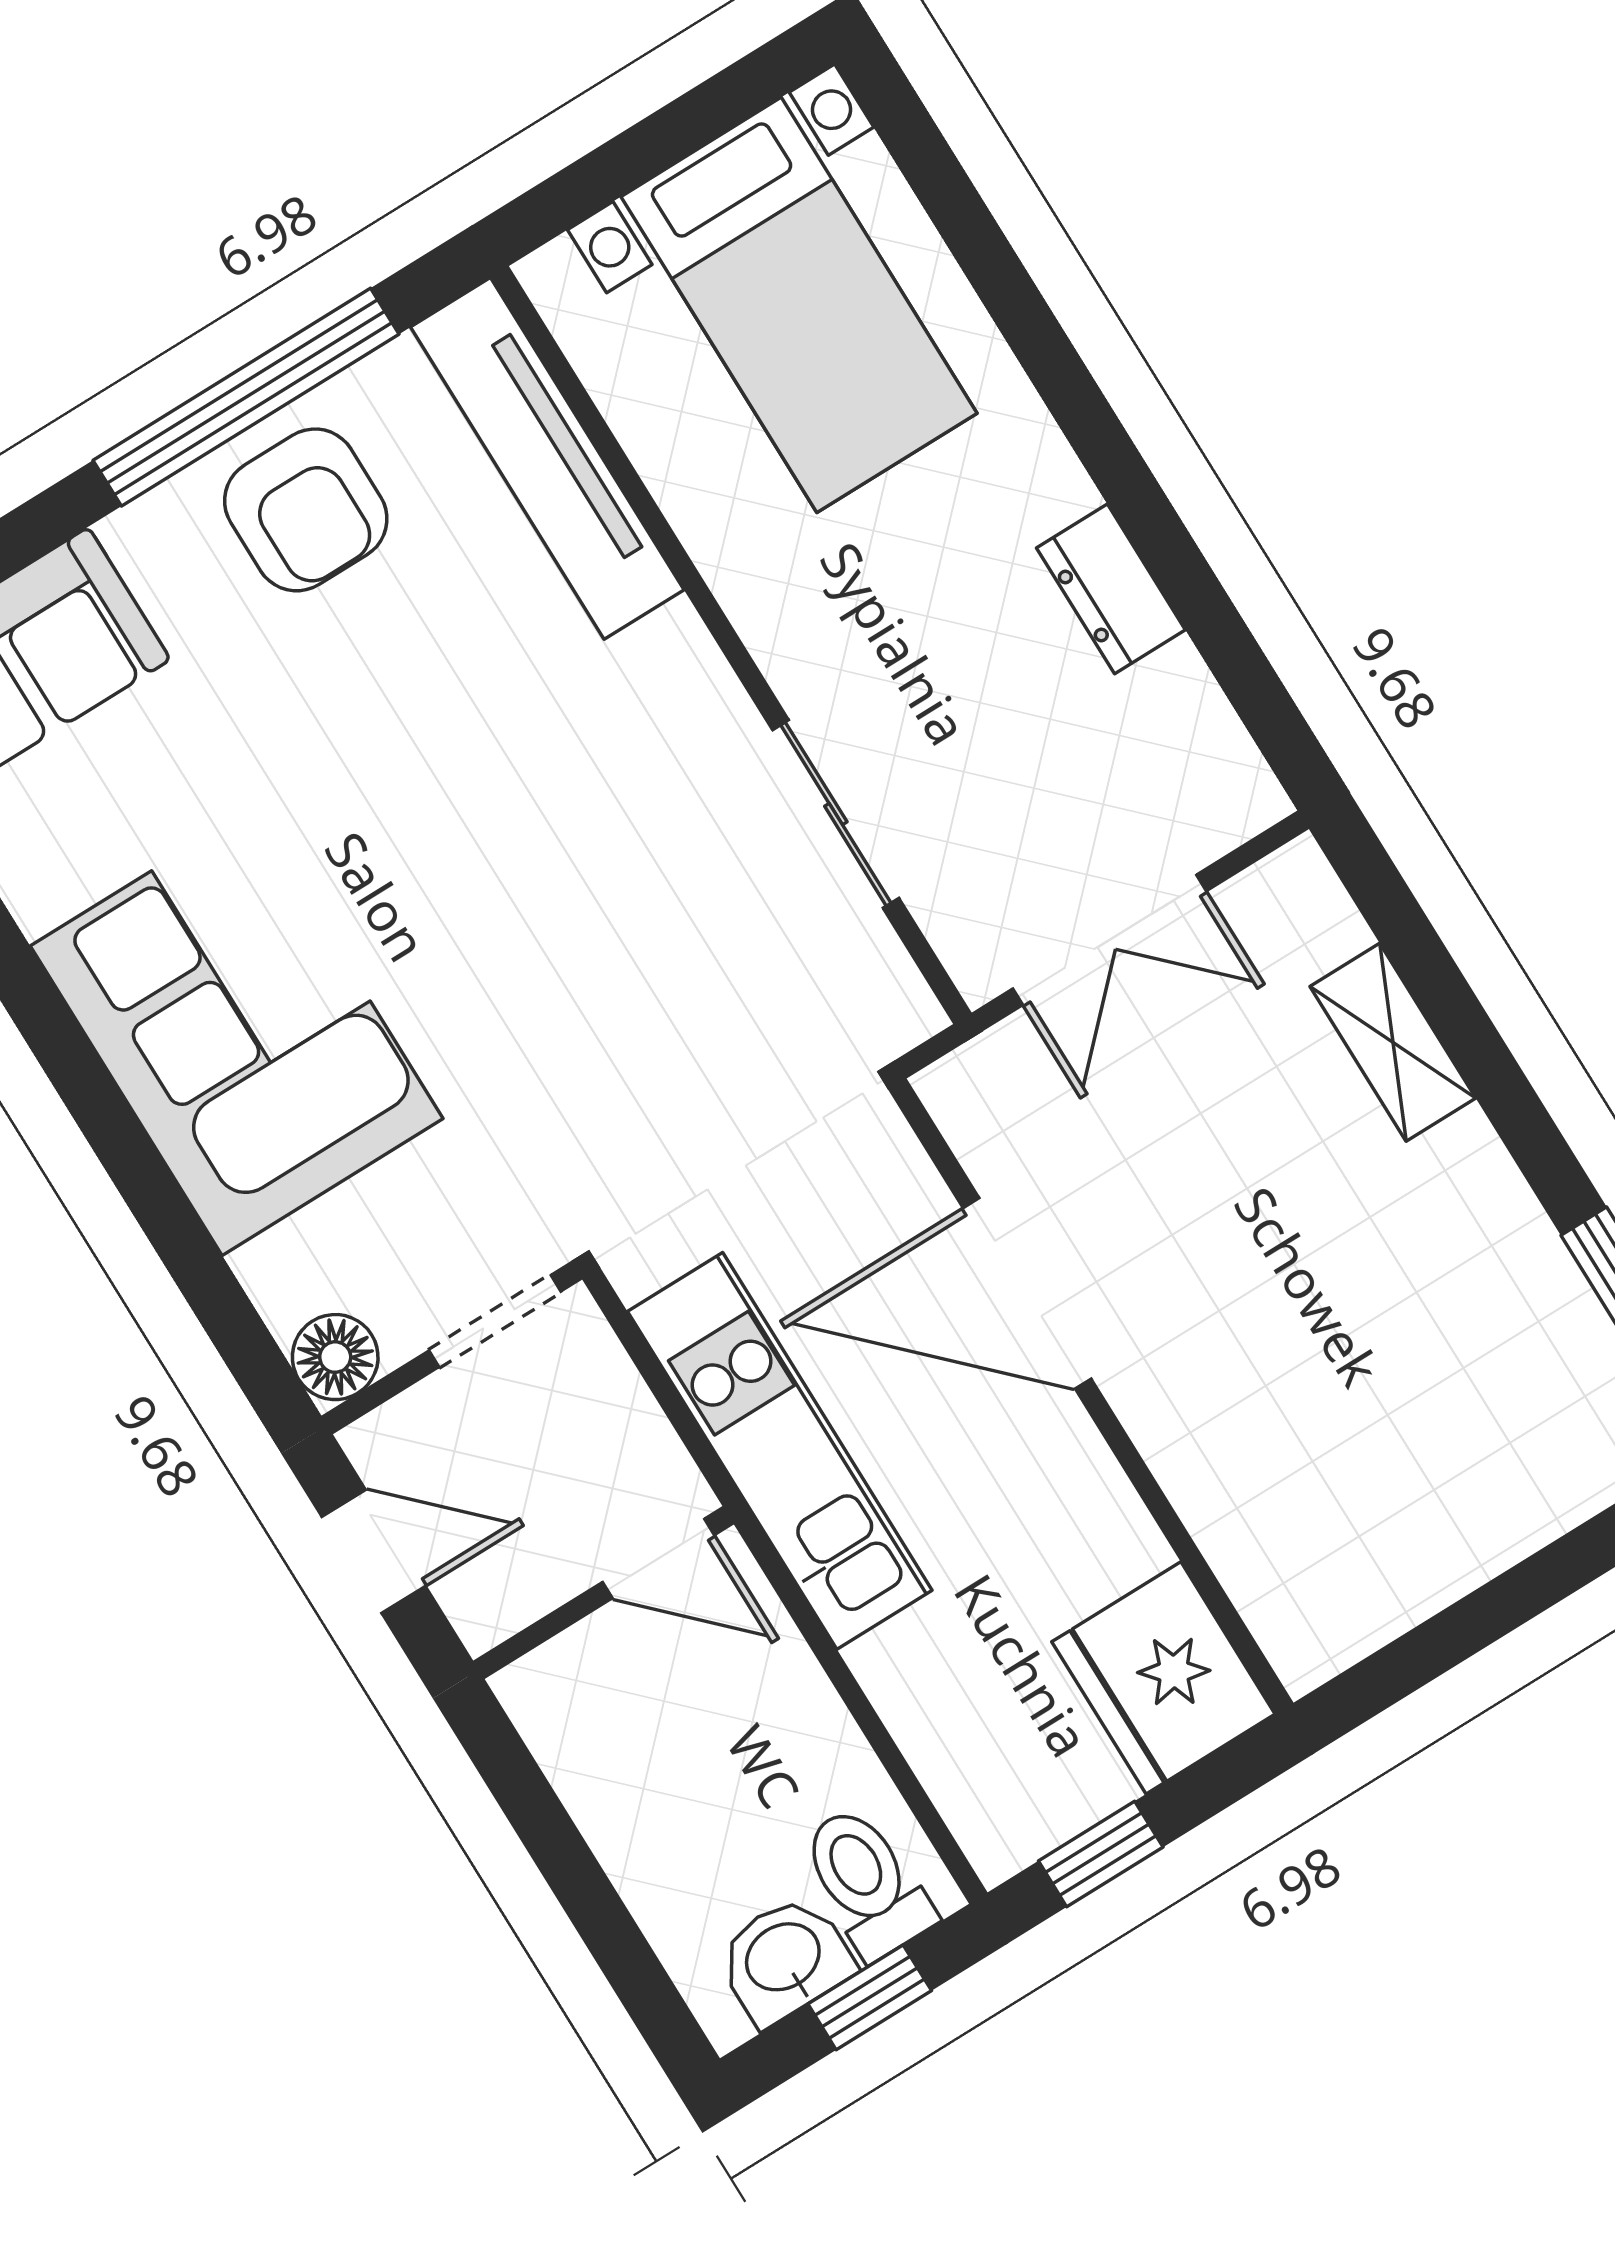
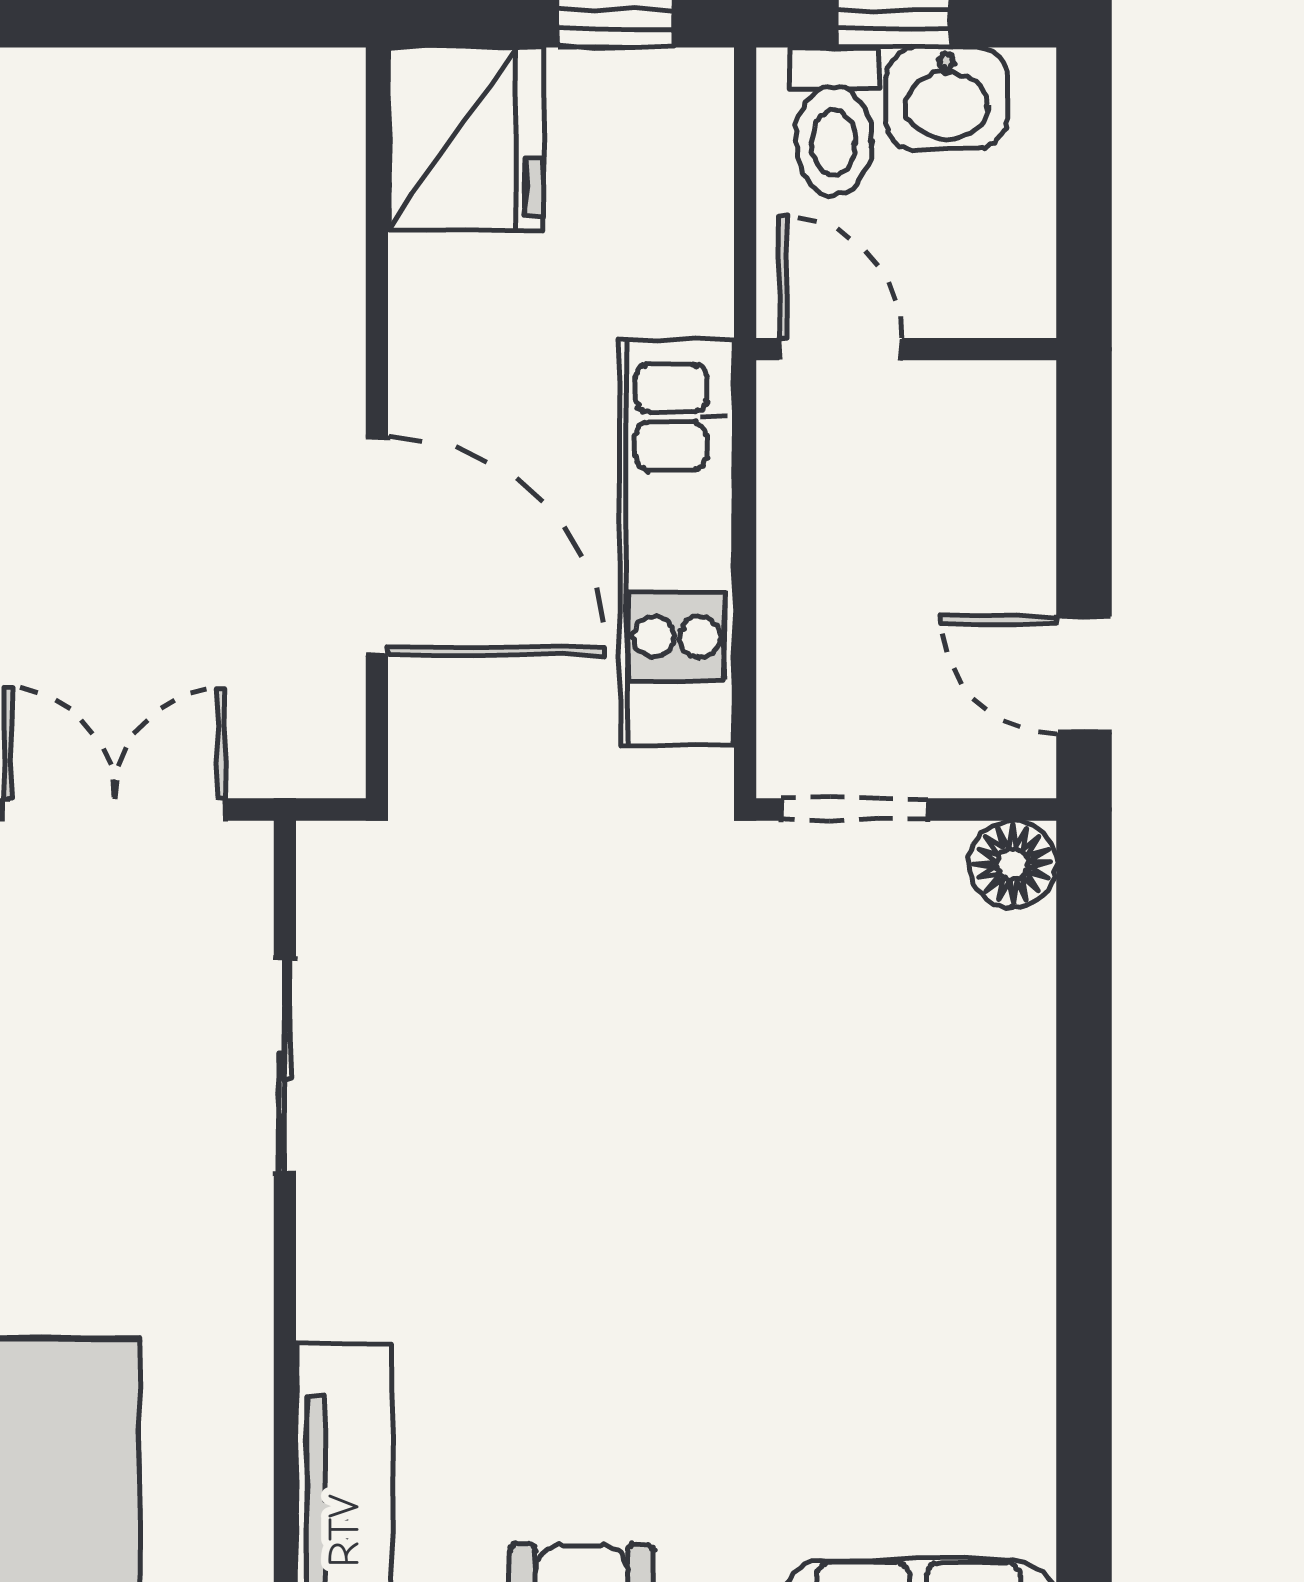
corner sofa: (237, 1032) -> (923, 1200), removed
door: (658, 1559) -> (840, 349), moved
wall: (604, 1593) -> (906, 349), moved

